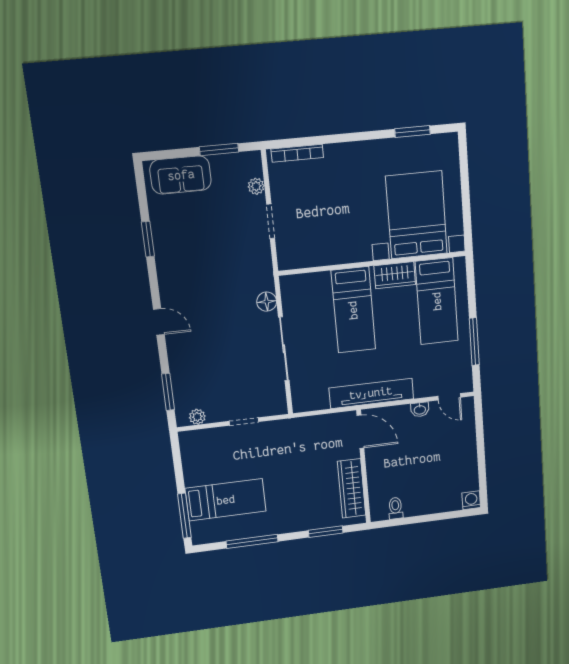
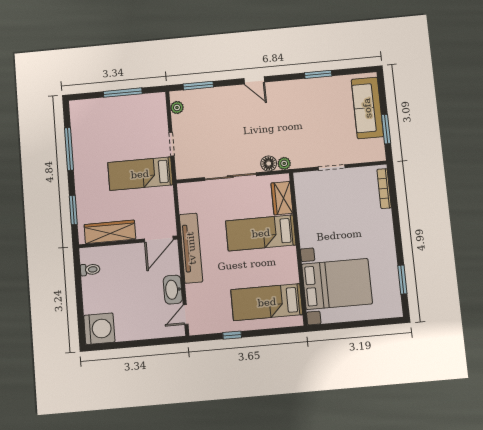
sofa: (181, 175) -> (367, 108), width x1.36
plant: (256, 186) -> (284, 163), moved
wardrobe: (395, 275) -> (282, 198), moved
door: (159, 322) -> (254, 80), hinge flipped
window: (474, 342) -> (232, 335), width x0.46
washbasin: (420, 410) -> (173, 290), width x1.91, depth x1.45
bed: (226, 500) -> (140, 174), moved, turned 90
washing machine: (471, 500) -> (99, 329), width x1.89, depth x1.89
window: (184, 516) -> (123, 93), moved

